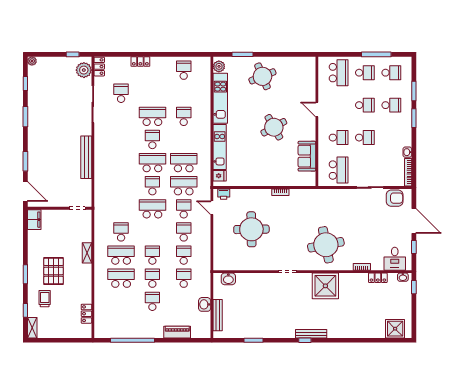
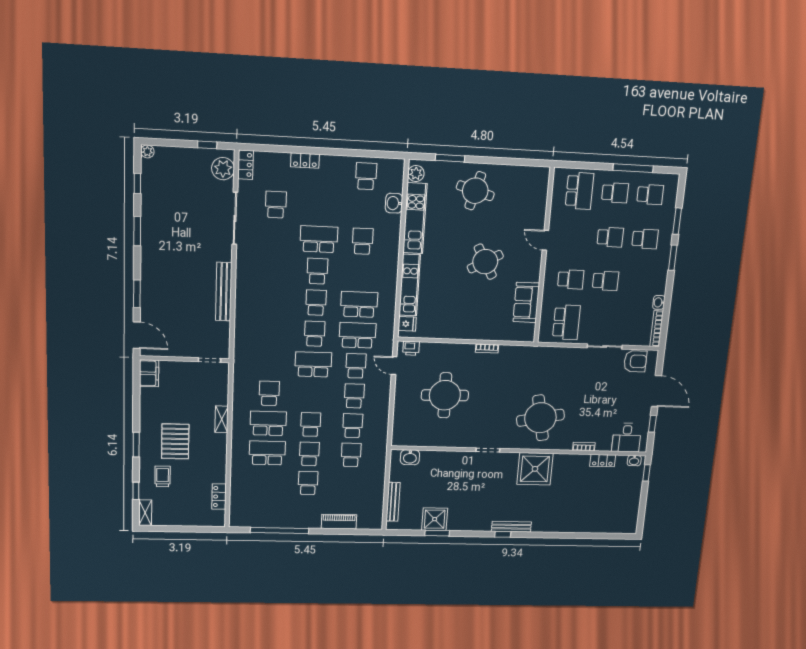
round table: (262, 76) -> (475, 191), turned 38
school desk: (152, 163) -> (316, 303), width x0.54
washbasin: (205, 304) -> (394, 203), moved
shower: (395, 329) -> (435, 519), moved

